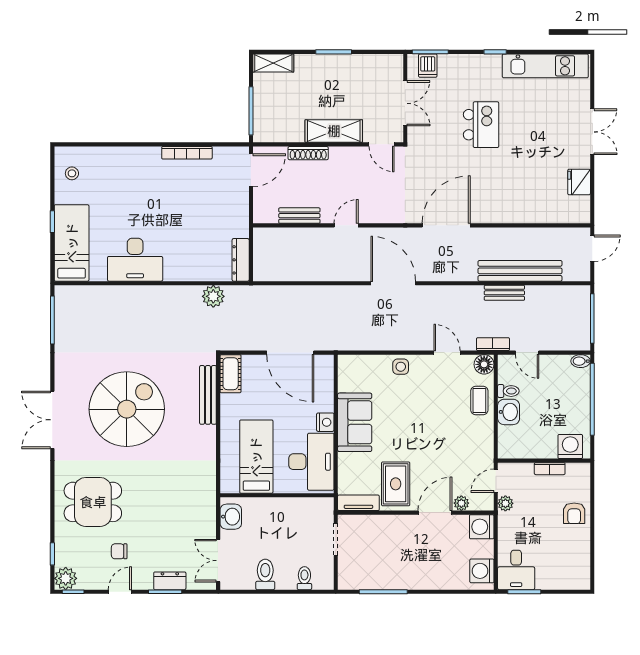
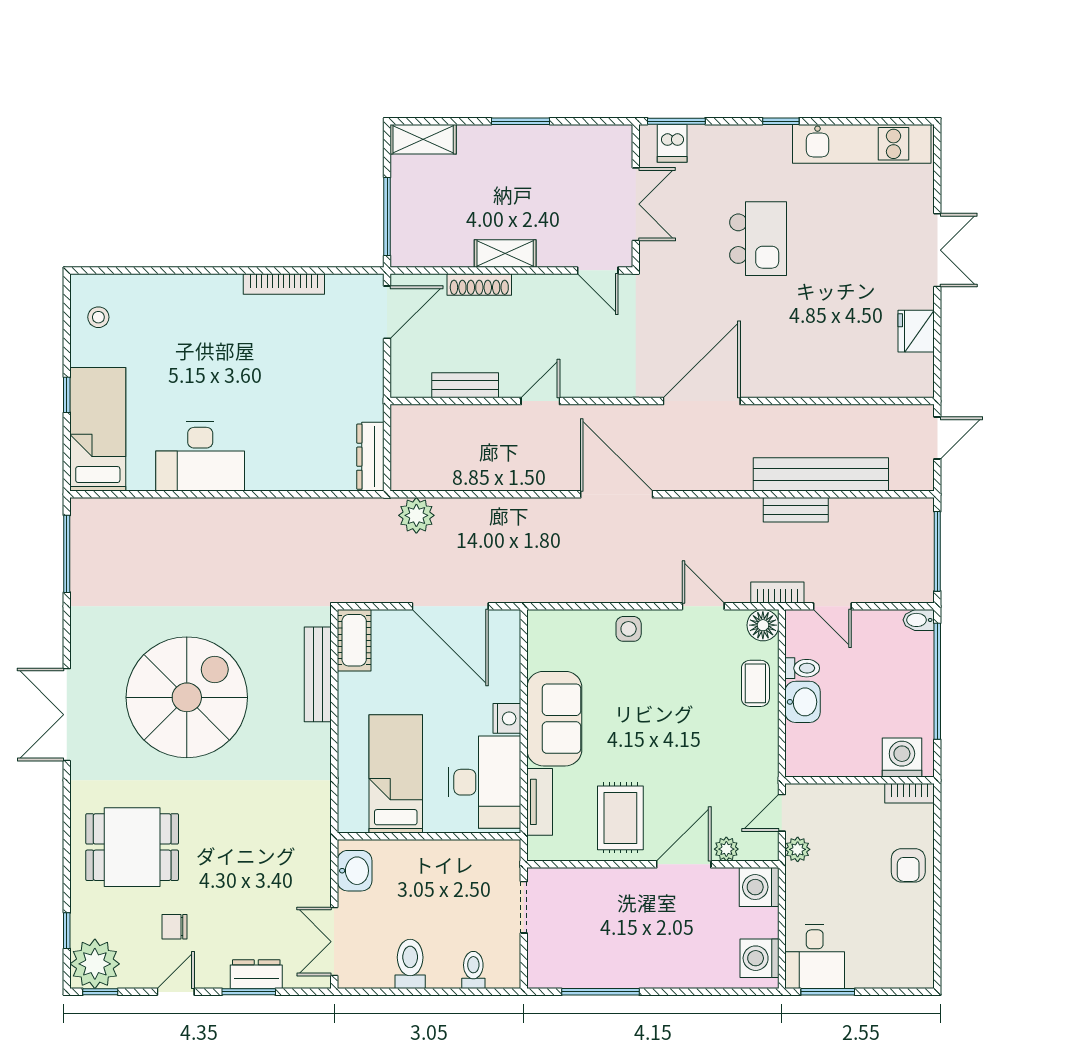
shelving: (334, 131) -> (505, 254), width x0.67, depth x0.75
plant: (213, 296) -> (416, 515), moved
bookcase: (550, 469) -> (910, 793), moved
tv unit: (358, 503) -> (540, 802), moved, turned 90
plant: (66, 578) -> (95, 964), width x1.36, depth x1.36

